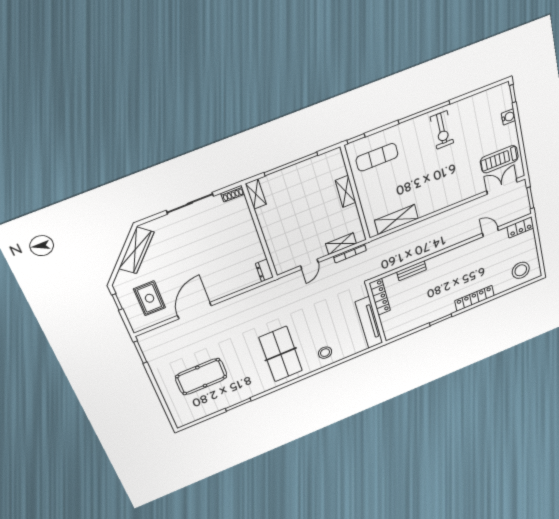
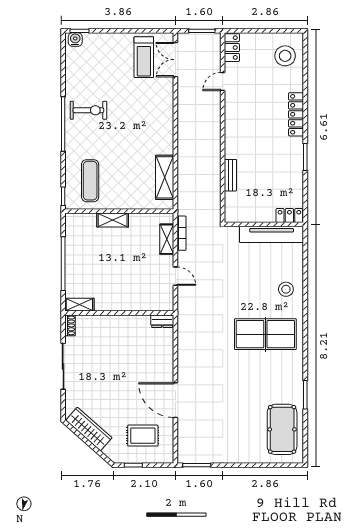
water cooler: (508, 117) -> (75, 40), moved
locker: (380, 297) -> (289, 216), moved, width x0.66
pool table: (201, 377) -> (282, 429), moved

